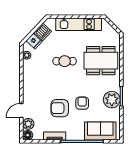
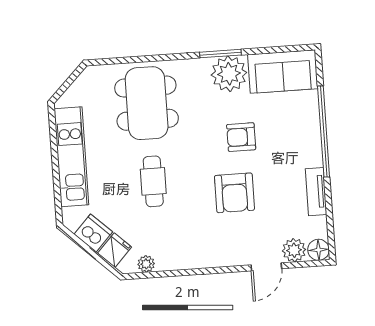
armchair: (60, 108) -> (234, 193), moved
door: (21, 111) -> (266, 267), hinge flipped
sofa: (100, 131) -> (283, 72), moved, turned -90

